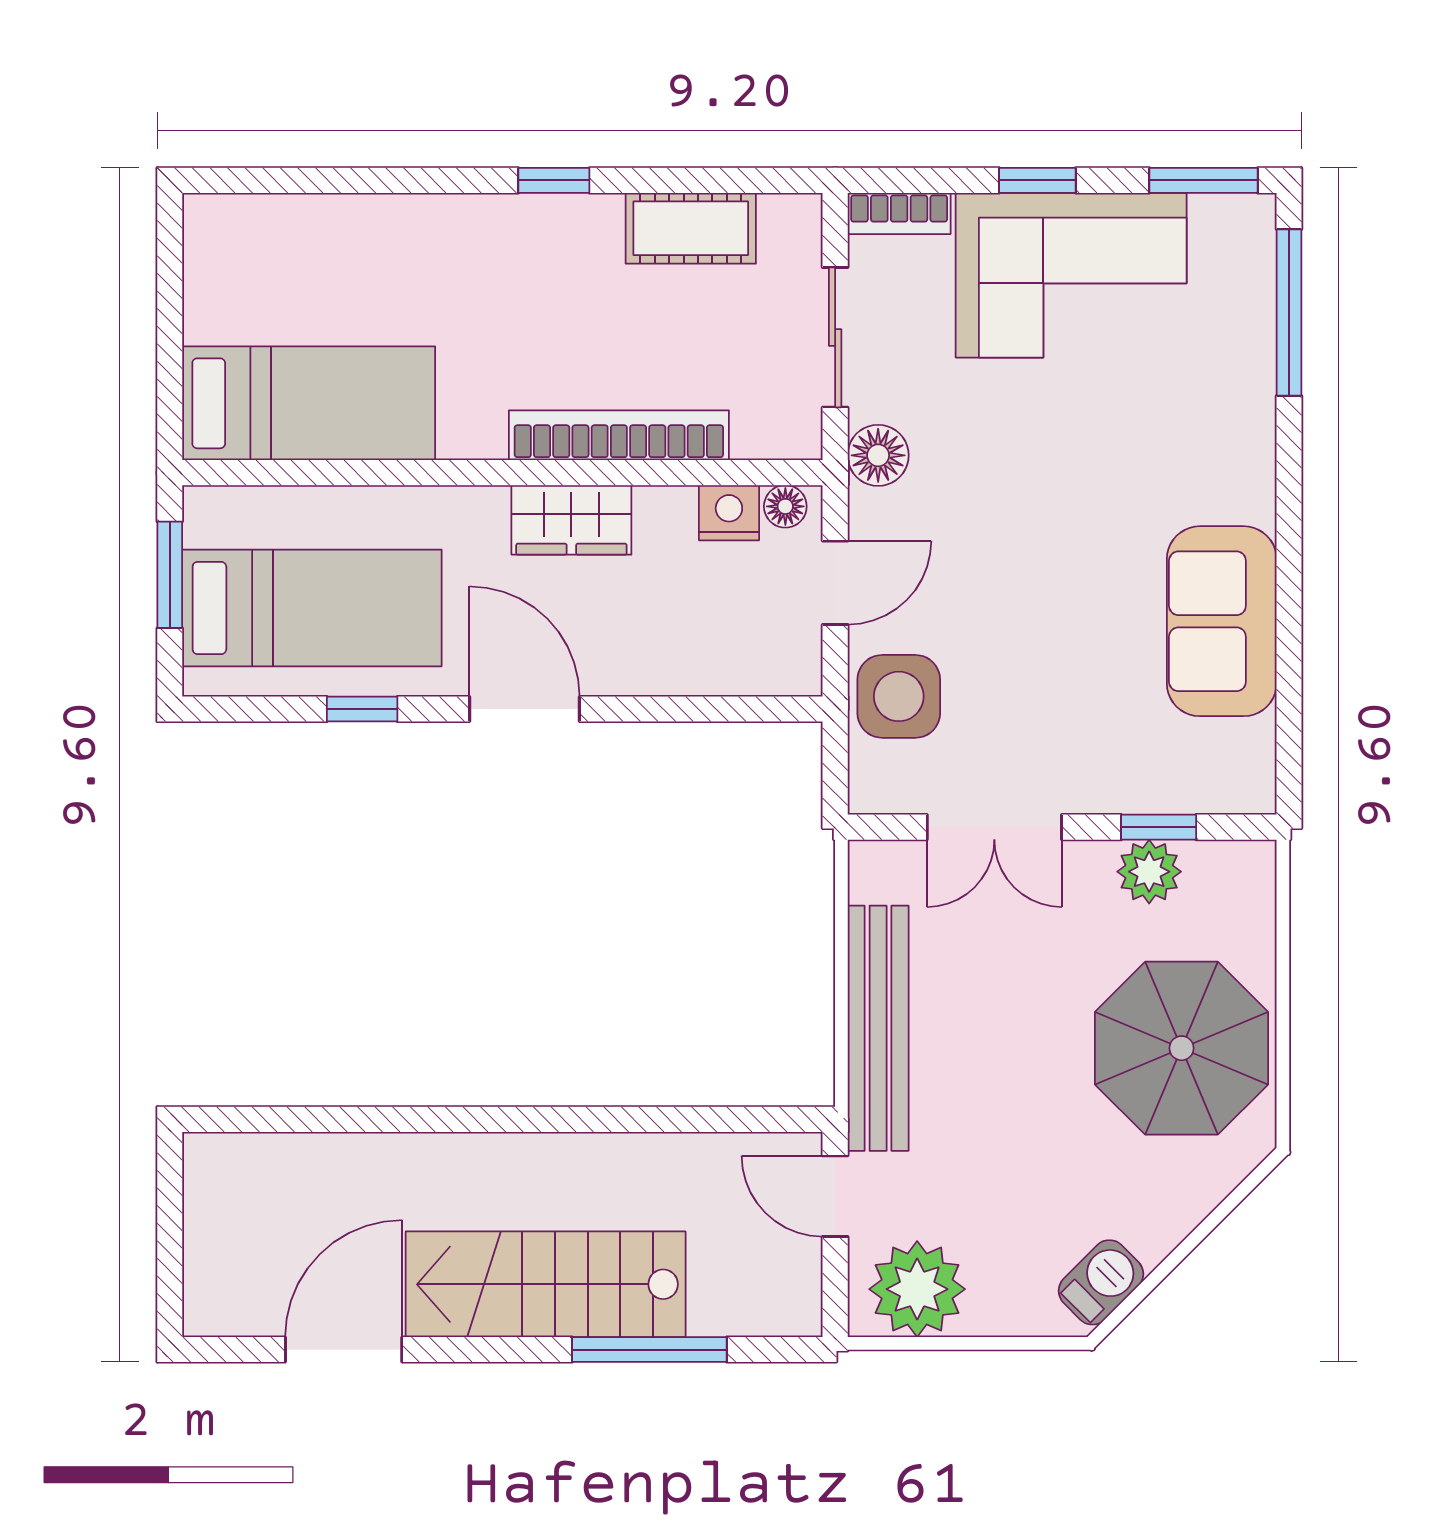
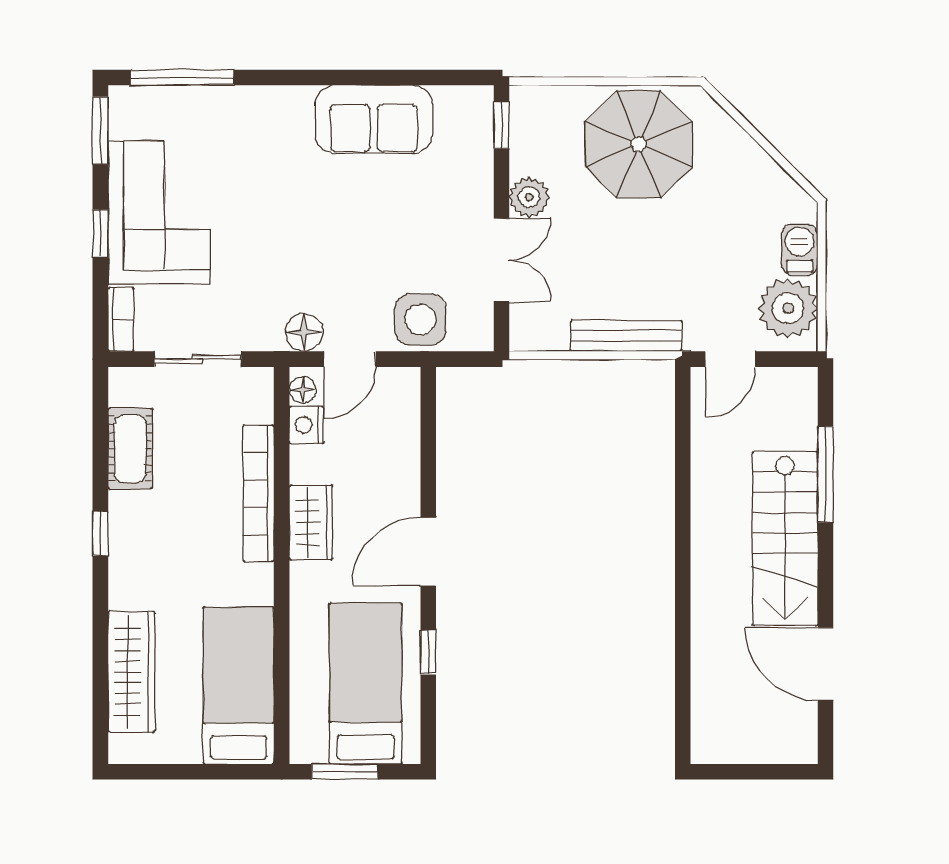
wardrobe: (331, 231) -> (131, 672), added
floor lamp: (878, 455) -> (304, 332), moved
door: (835, 583) -> (350, 359), swing flipped
window: (1159, 827) -> (501, 125), moved
plant: (1149, 872) -> (529, 197), moved
bench: (878, 1028) -> (626, 336), width x0.73, depth x0.82
barbecue: (1101, 1282) -> (800, 250), moved, turned 45

